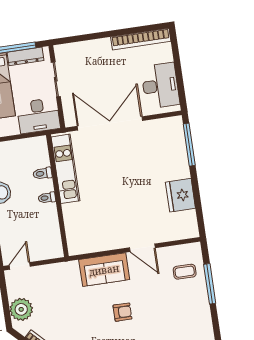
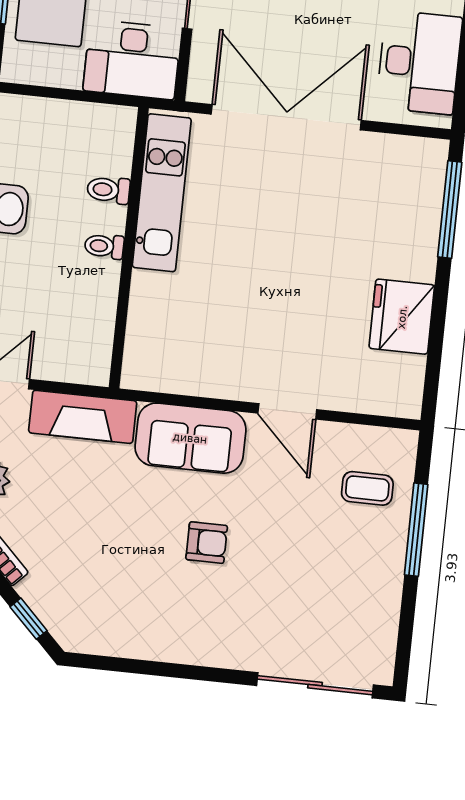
fireplace: (56, 272) -> (83, 417), added

